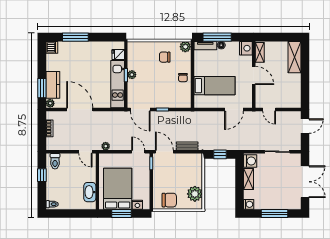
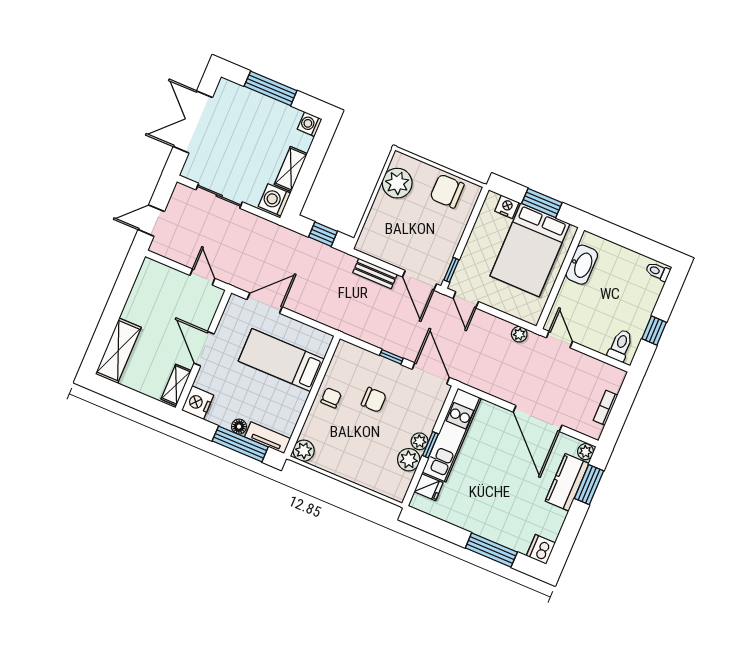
chair: (165, 57) -> (374, 400), moved
plant: (133, 64) -> (409, 460), added

